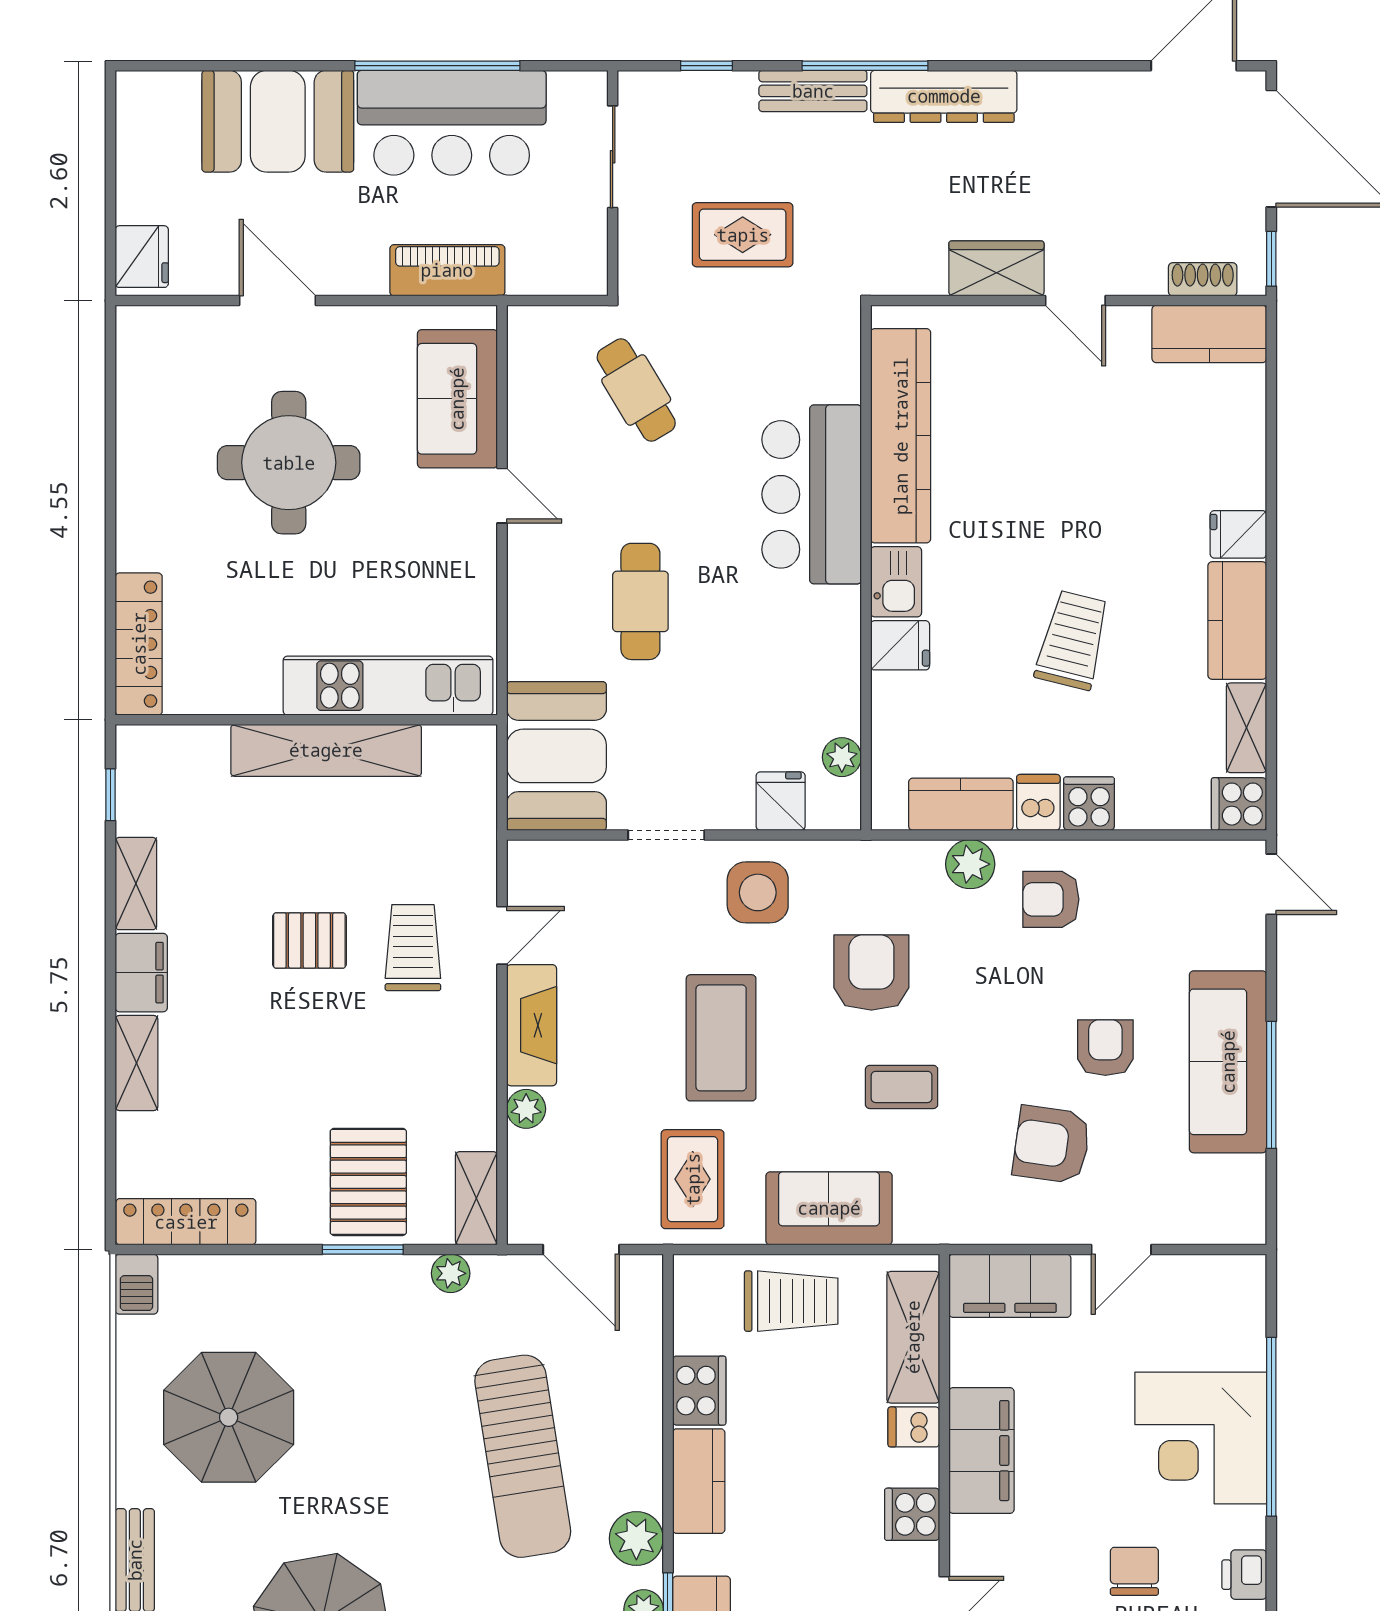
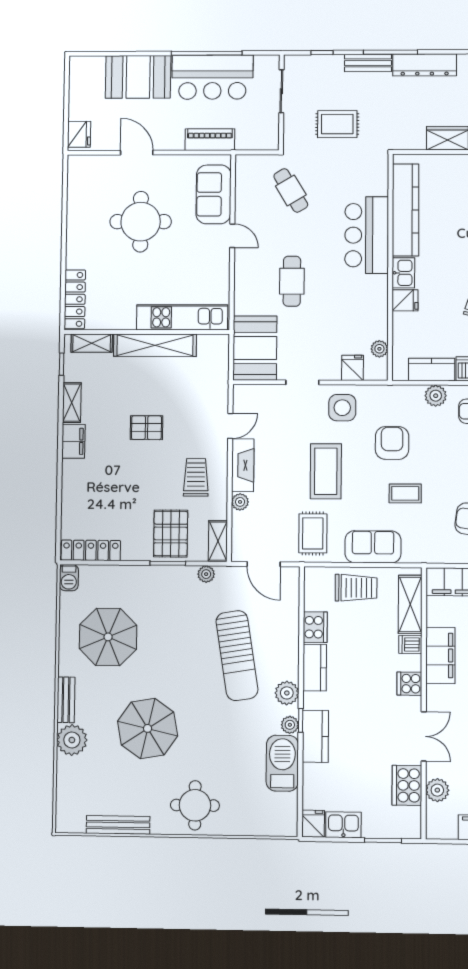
trolley: (413, 948) -> (196, 477), moved
shelving: (137, 1063) -> (92, 343), moved, turned 90

